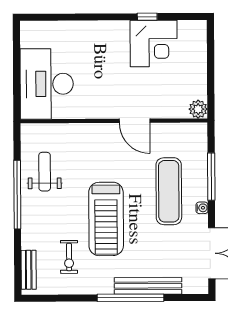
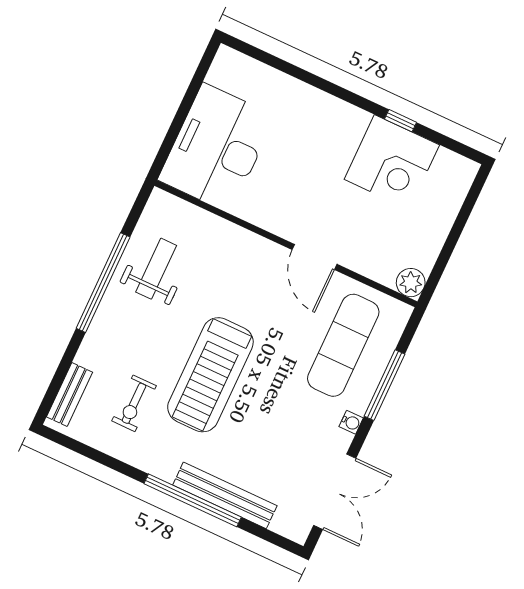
exercise mat: (169, 191) -> (343, 345), moved

